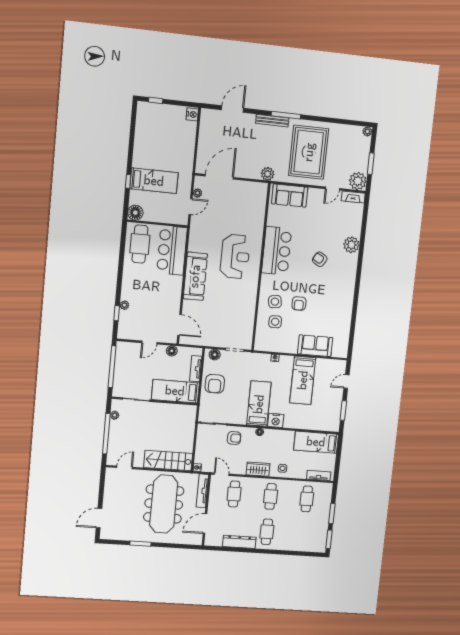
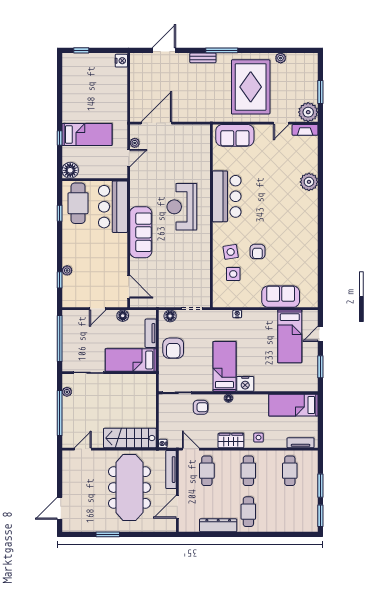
bench: (272, 121) -> (203, 58), width x0.73
plant: (367, 131) -> (281, 58), moved
plant: (268, 174) -> (208, 115), removed
window: (122, 252) -> (60, 213), added
reception desk: (235, 256) -> (182, 207), turned 180
armchair: (320, 259) -> (275, 201), removed
bed: (303, 380) -> (290, 336), moved

